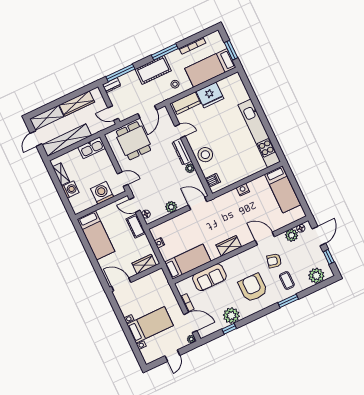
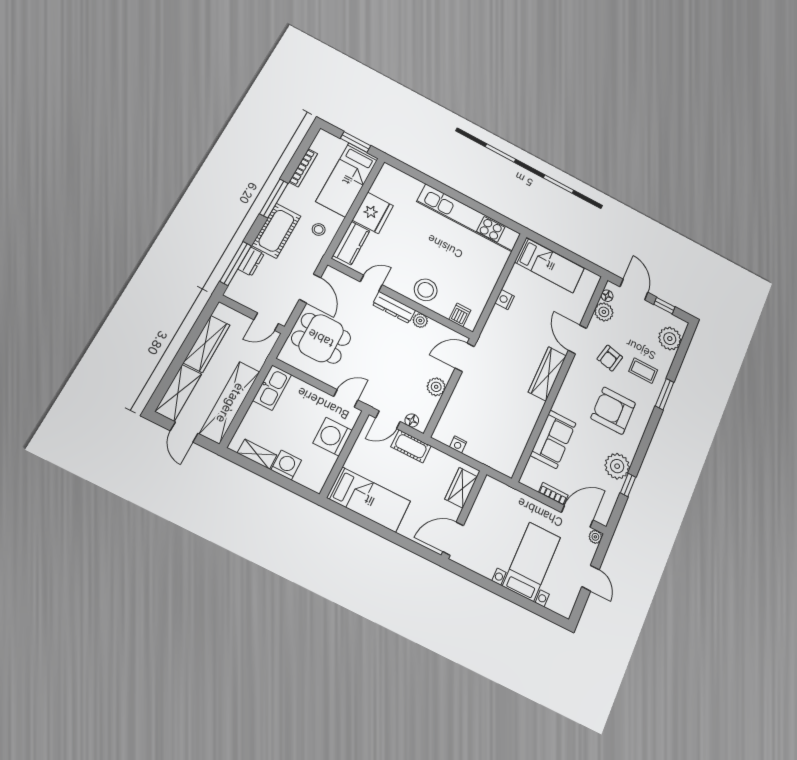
dresser: (112, 85) -> (251, 262), moved
door: (265, 238) -> (577, 339), hinge flipped
wardrobe: (229, 246) -> (547, 374), width x1.50
bed: (188, 262) -> (512, 441), removed

